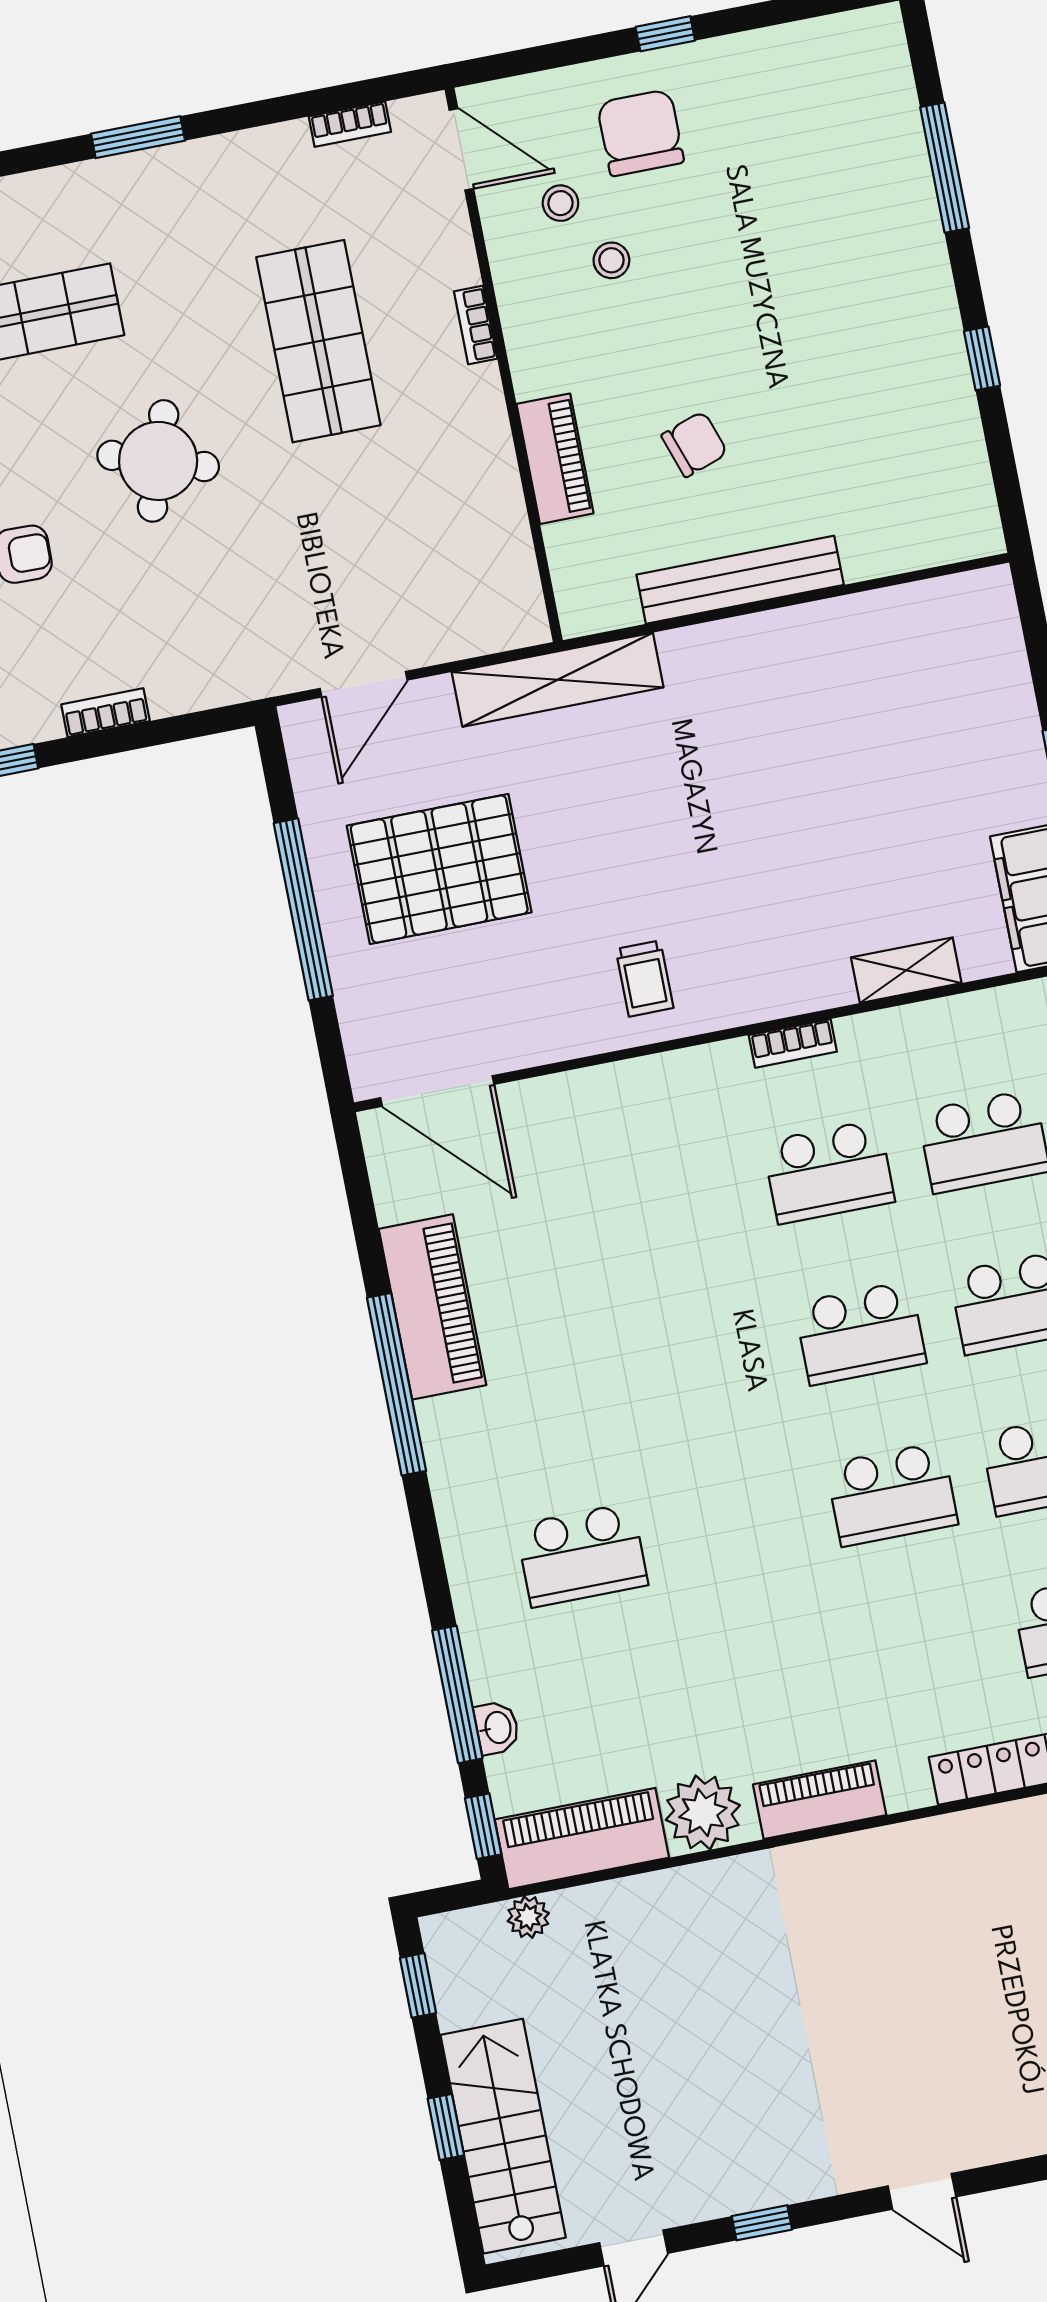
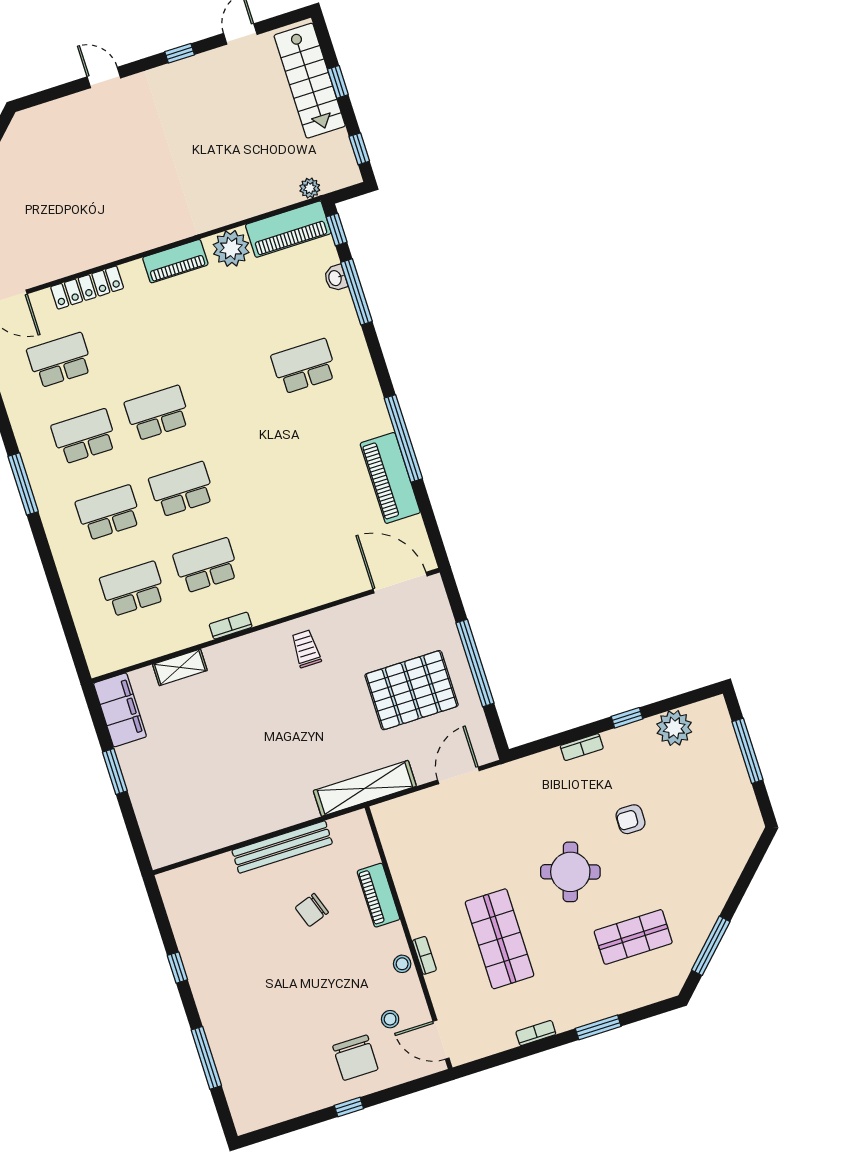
bookcase: (350, 124) -> (536, 1033), moved
stool: (611, 260) -> (402, 964), moved

